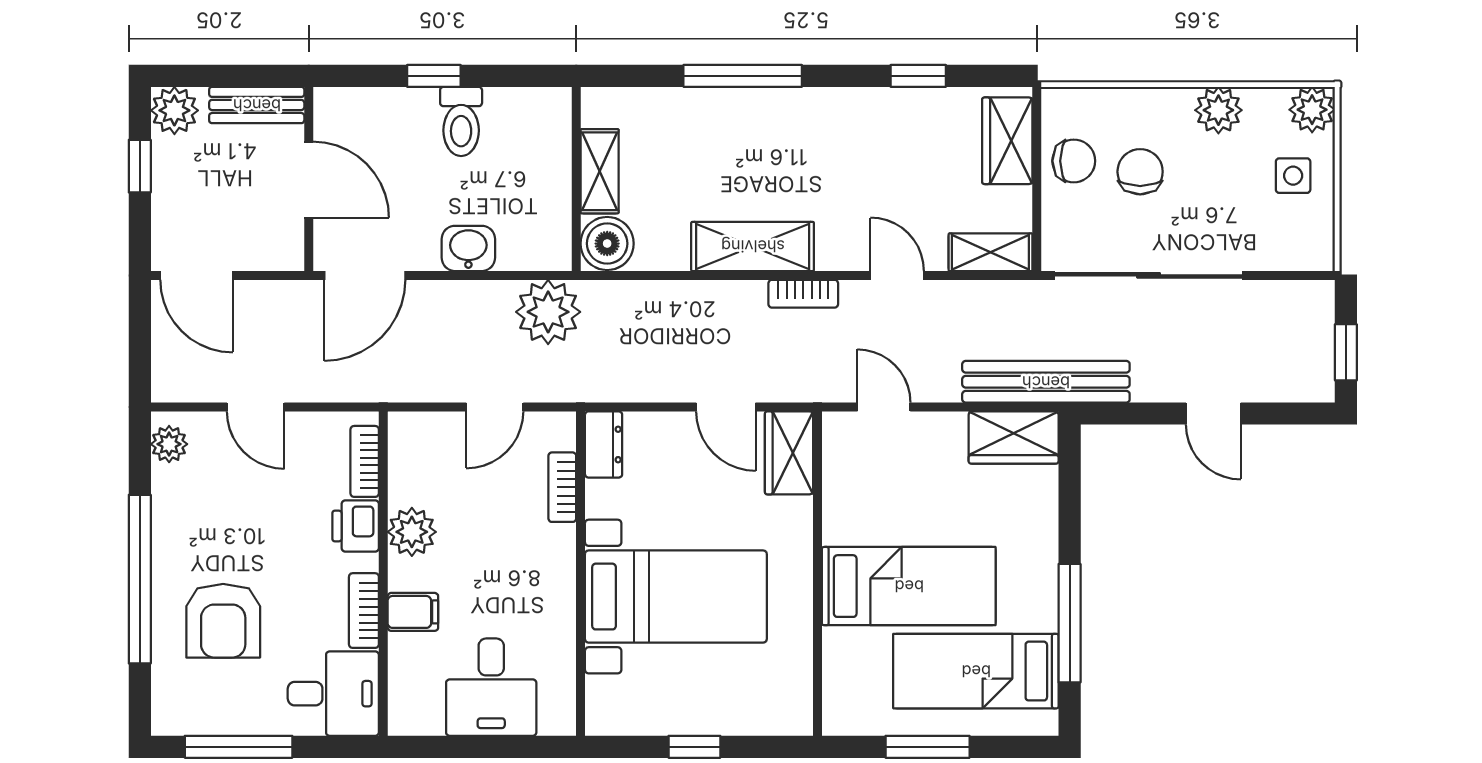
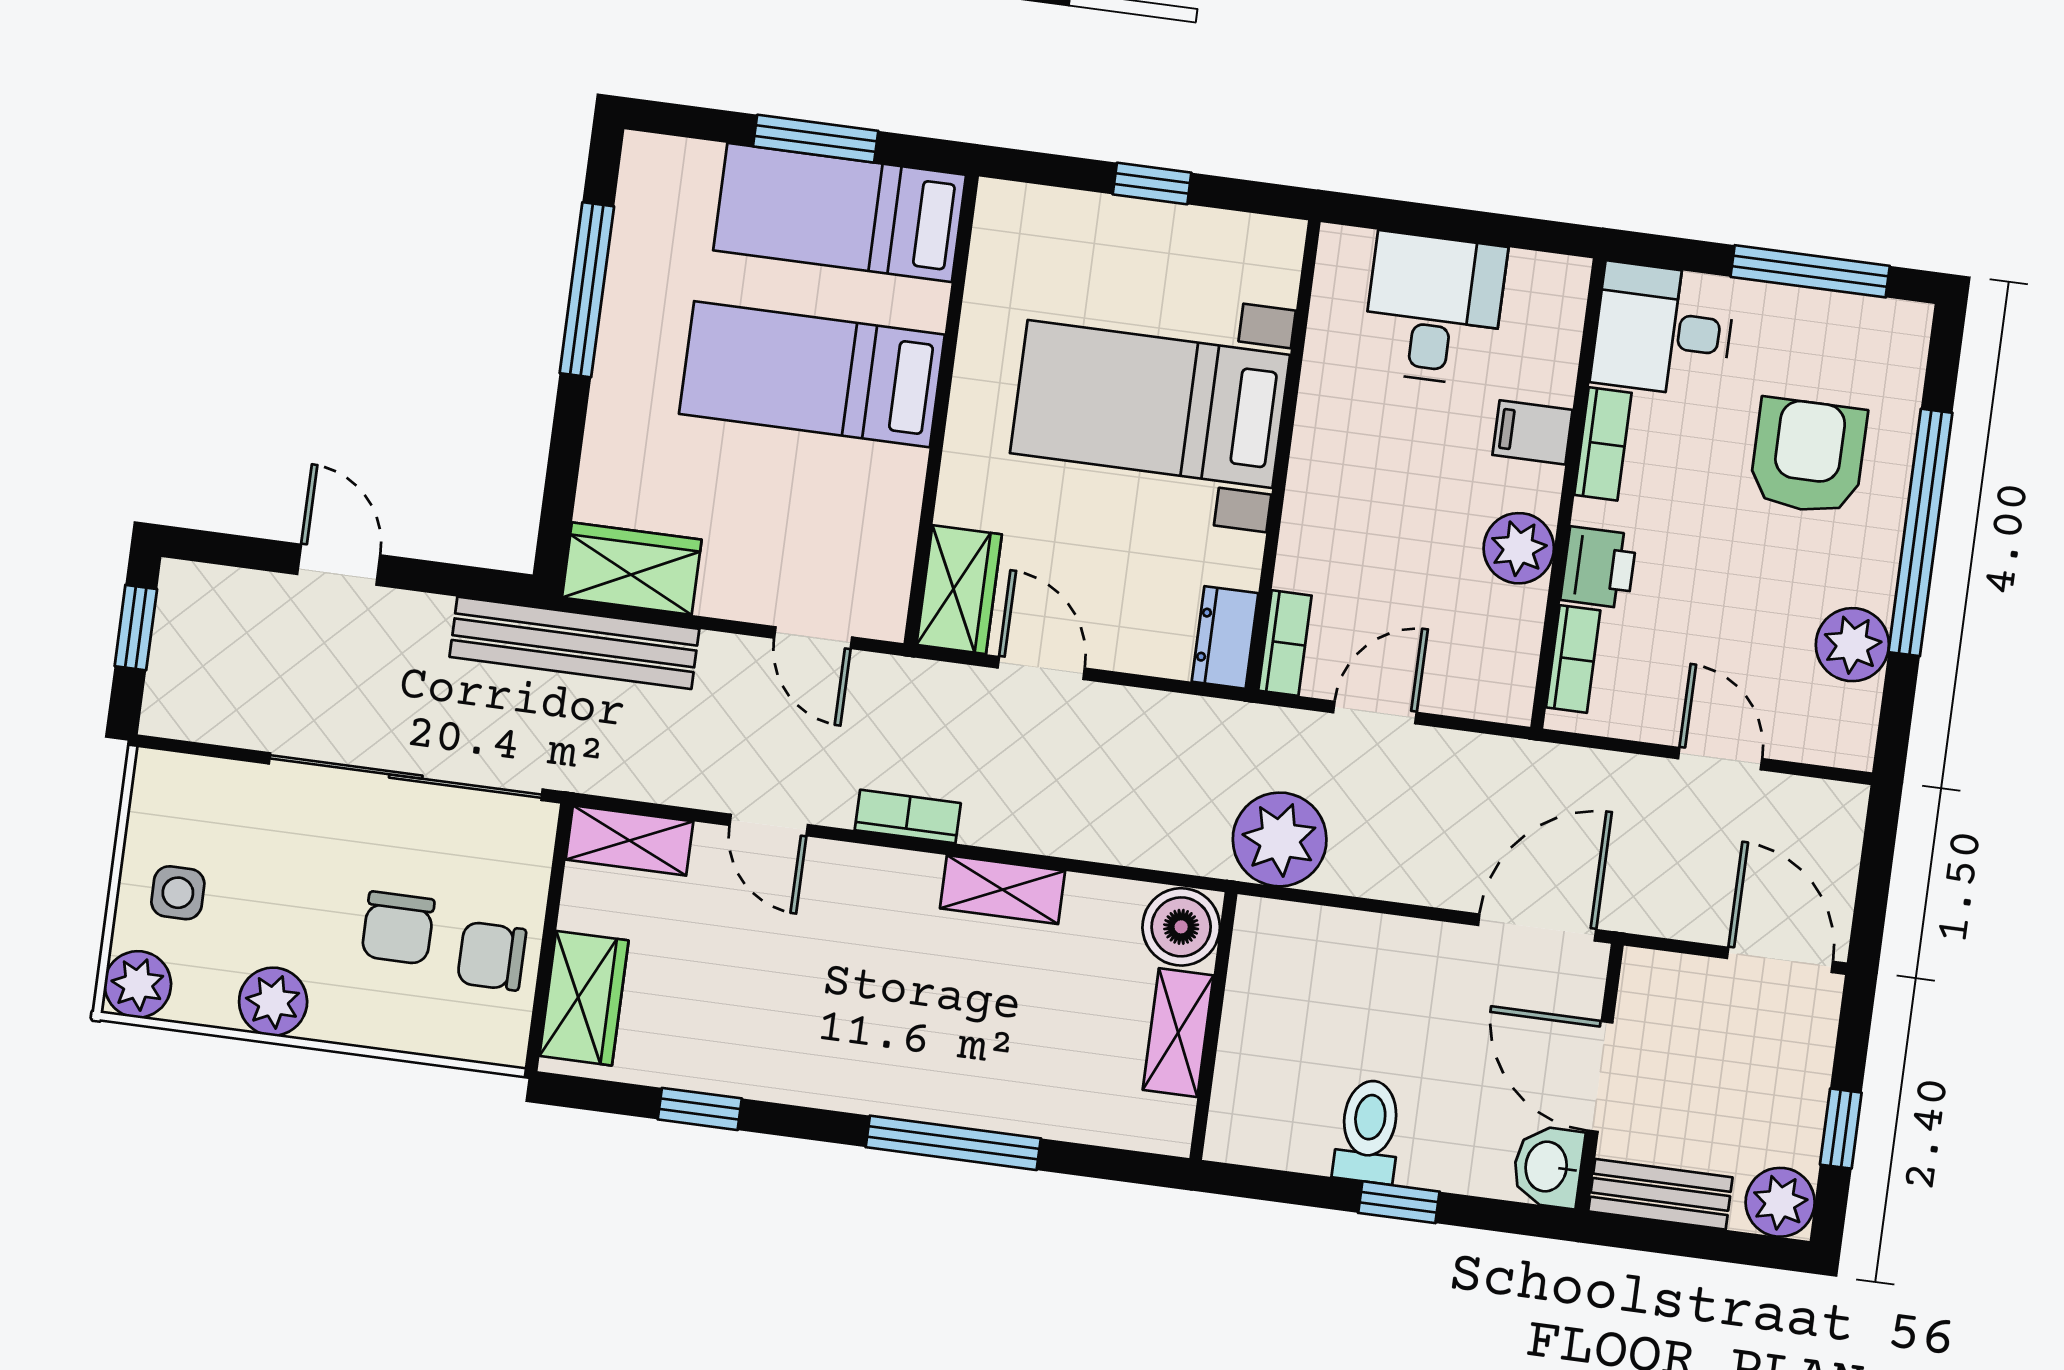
shelving: (753, 246) -> (1003, 890), width x0.67, depth x0.75
washbasin: (468, 248) -> (1548, 1167), moved, turned 90
plant: (169, 444) -> (1852, 645), moved, width x1.38, depth x1.38
bookcase: (562, 487) -> (1285, 643), moved
bed: (976, 671) -> (840, 213), moved, turned 180

